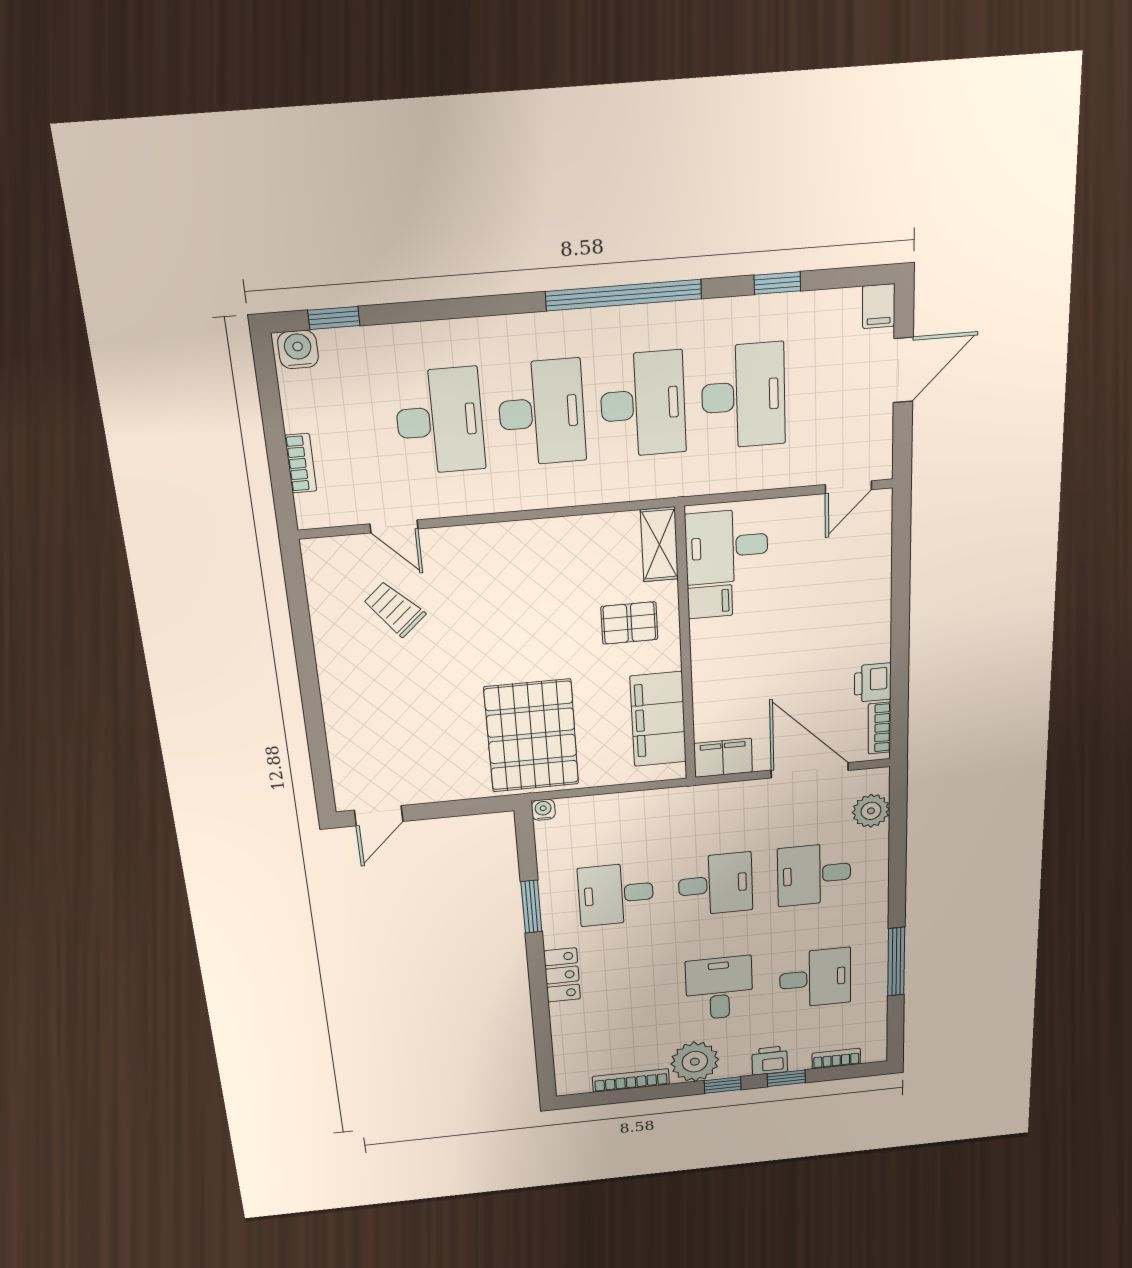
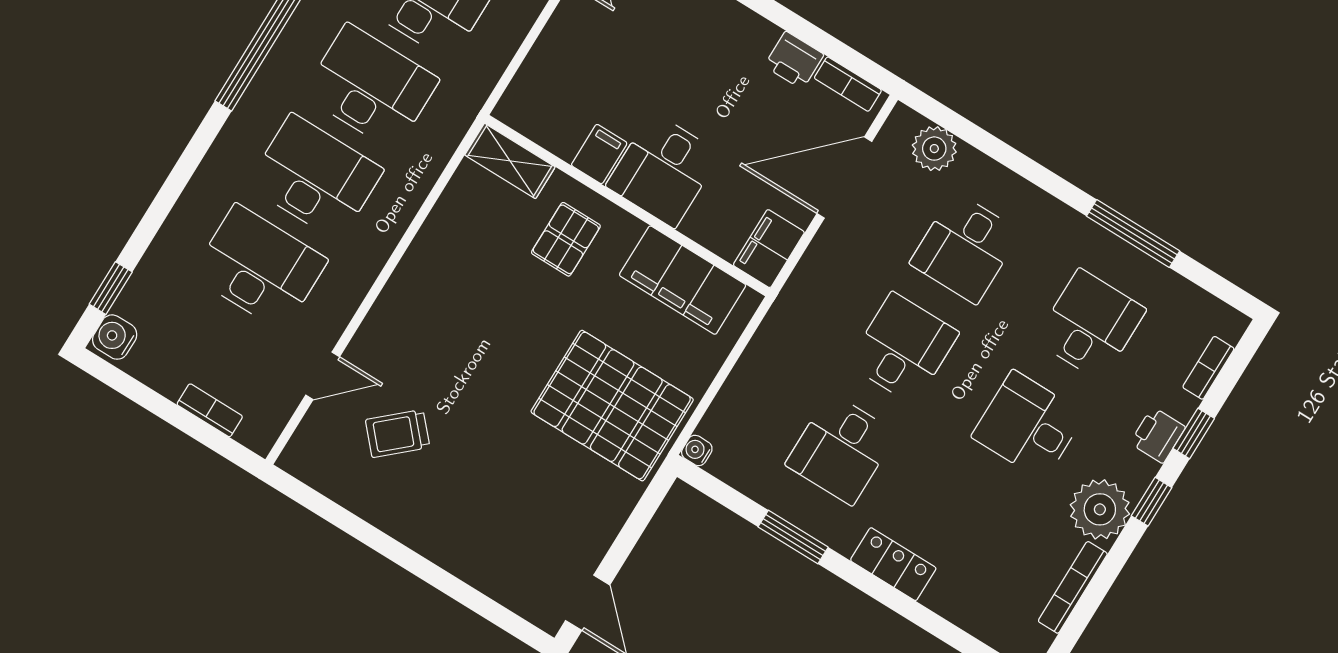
desk: (726, 547) -> (663, 170), moved

